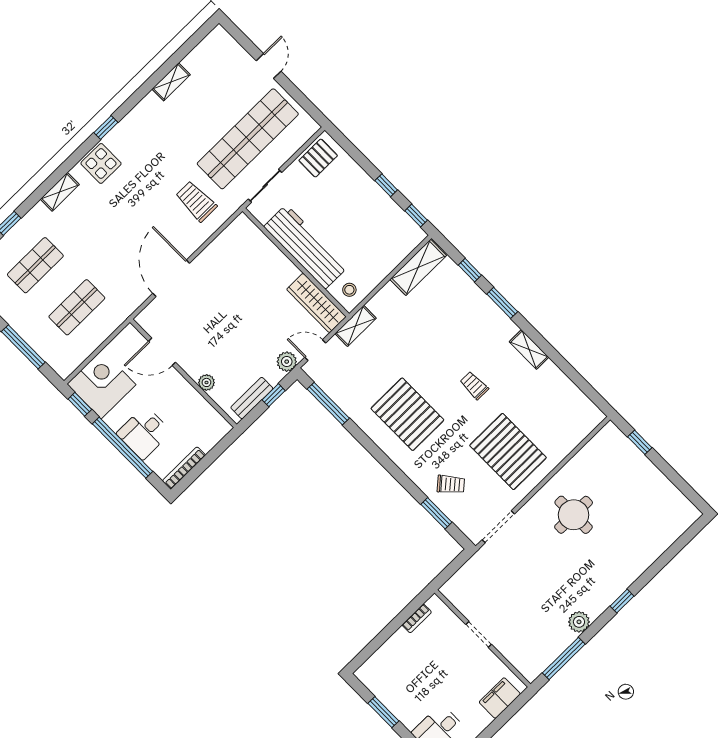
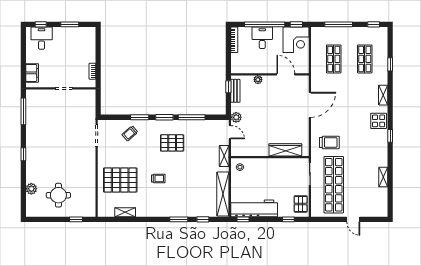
window: (386, 185) -> (288, 219), moved
workbench: (306, 247) -> (254, 208), moved, turned 180
shelving: (418, 267) -> (223, 194), width x1.47
door: (171, 278) -> (310, 105), hinge flipped
wardrobe: (316, 303) -> (285, 150), moved
shelving: (529, 349) -> (125, 212), moved
door: (315, 350) -> (230, 132), hinge flipped
door: (162, 352) -> (286, 74), hinge flipped
window: (274, 395) -> (228, 87), moved
window: (328, 404) -> (192, 117), moved
pallet: (407, 414) -> (172, 143), width x0.73, depth x0.71
pallet: (508, 452) -> (120, 180), moved
window: (383, 459) -> (164, 117), added
window: (436, 513) -> (140, 117), moved
round table: (574, 515) -> (58, 195), moved
plant: (579, 622) -> (31, 189), moved

